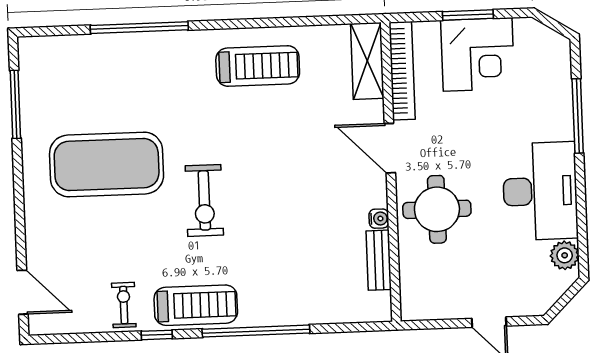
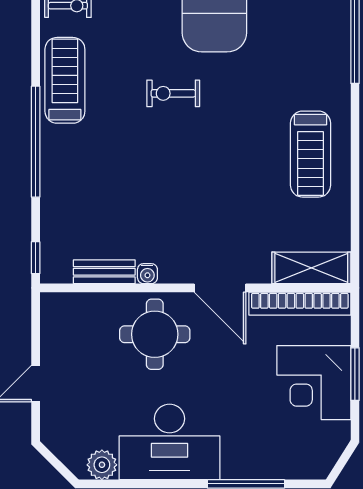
door: (390, 148) -> (220, 288), swing flipped
exercise bike: (204, 200) -> (173, 93), width x0.73, depth x0.72
treadmill: (196, 305) -> (65, 80), turned 180
window: (157, 335) -> (36, 258), moved

